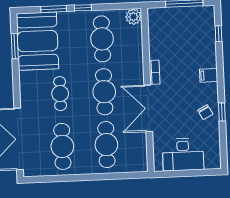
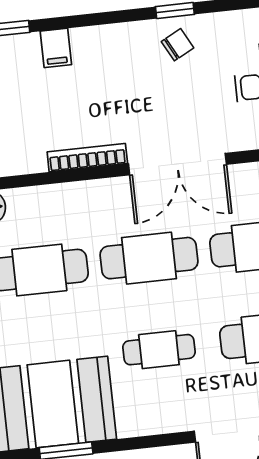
bookcase: (154, 72) -> (87, 158), width x1.56
filing cabinet: (209, 75) -> (56, 48), moved

